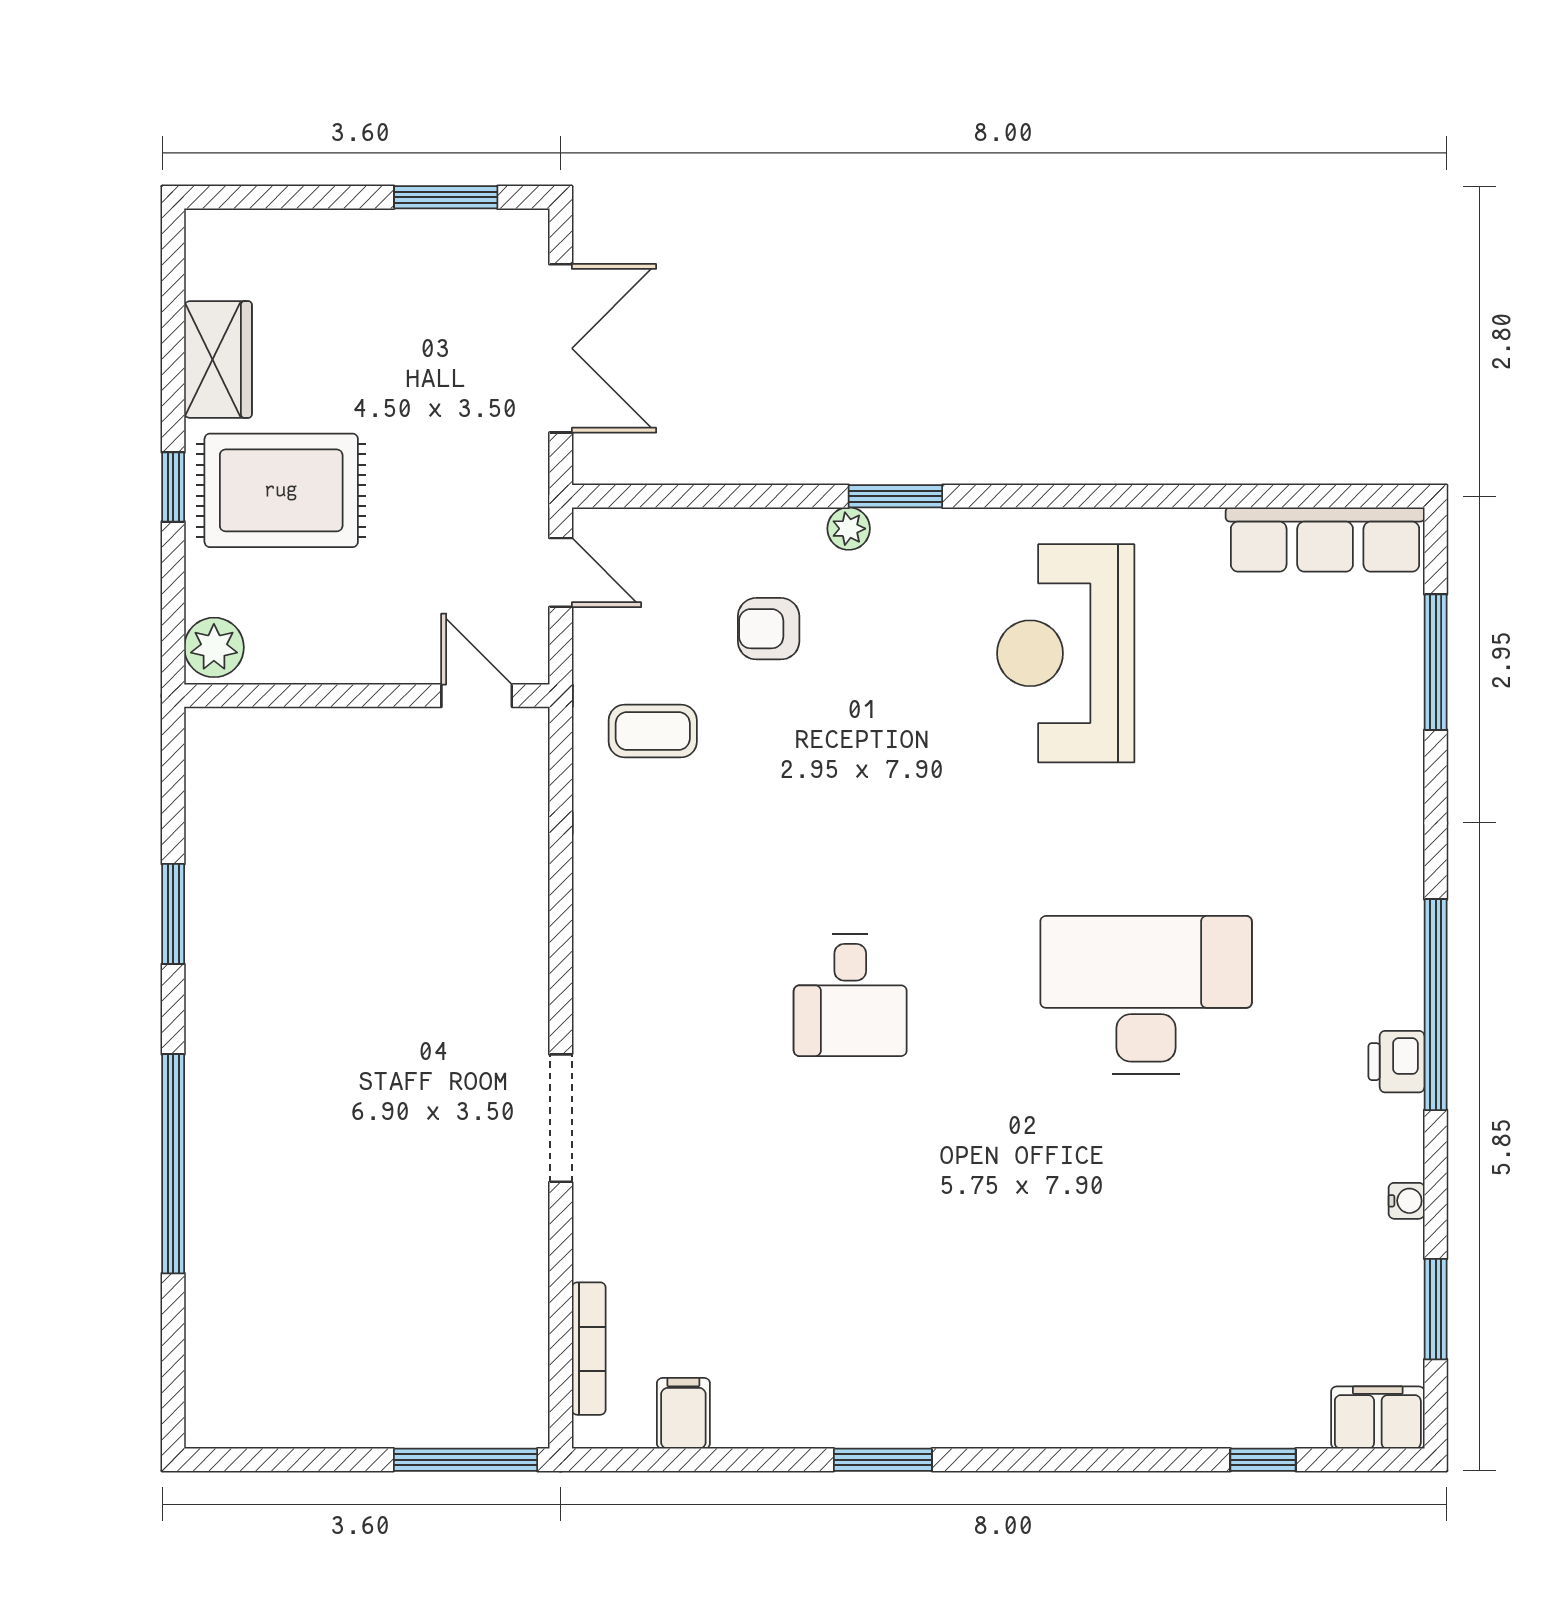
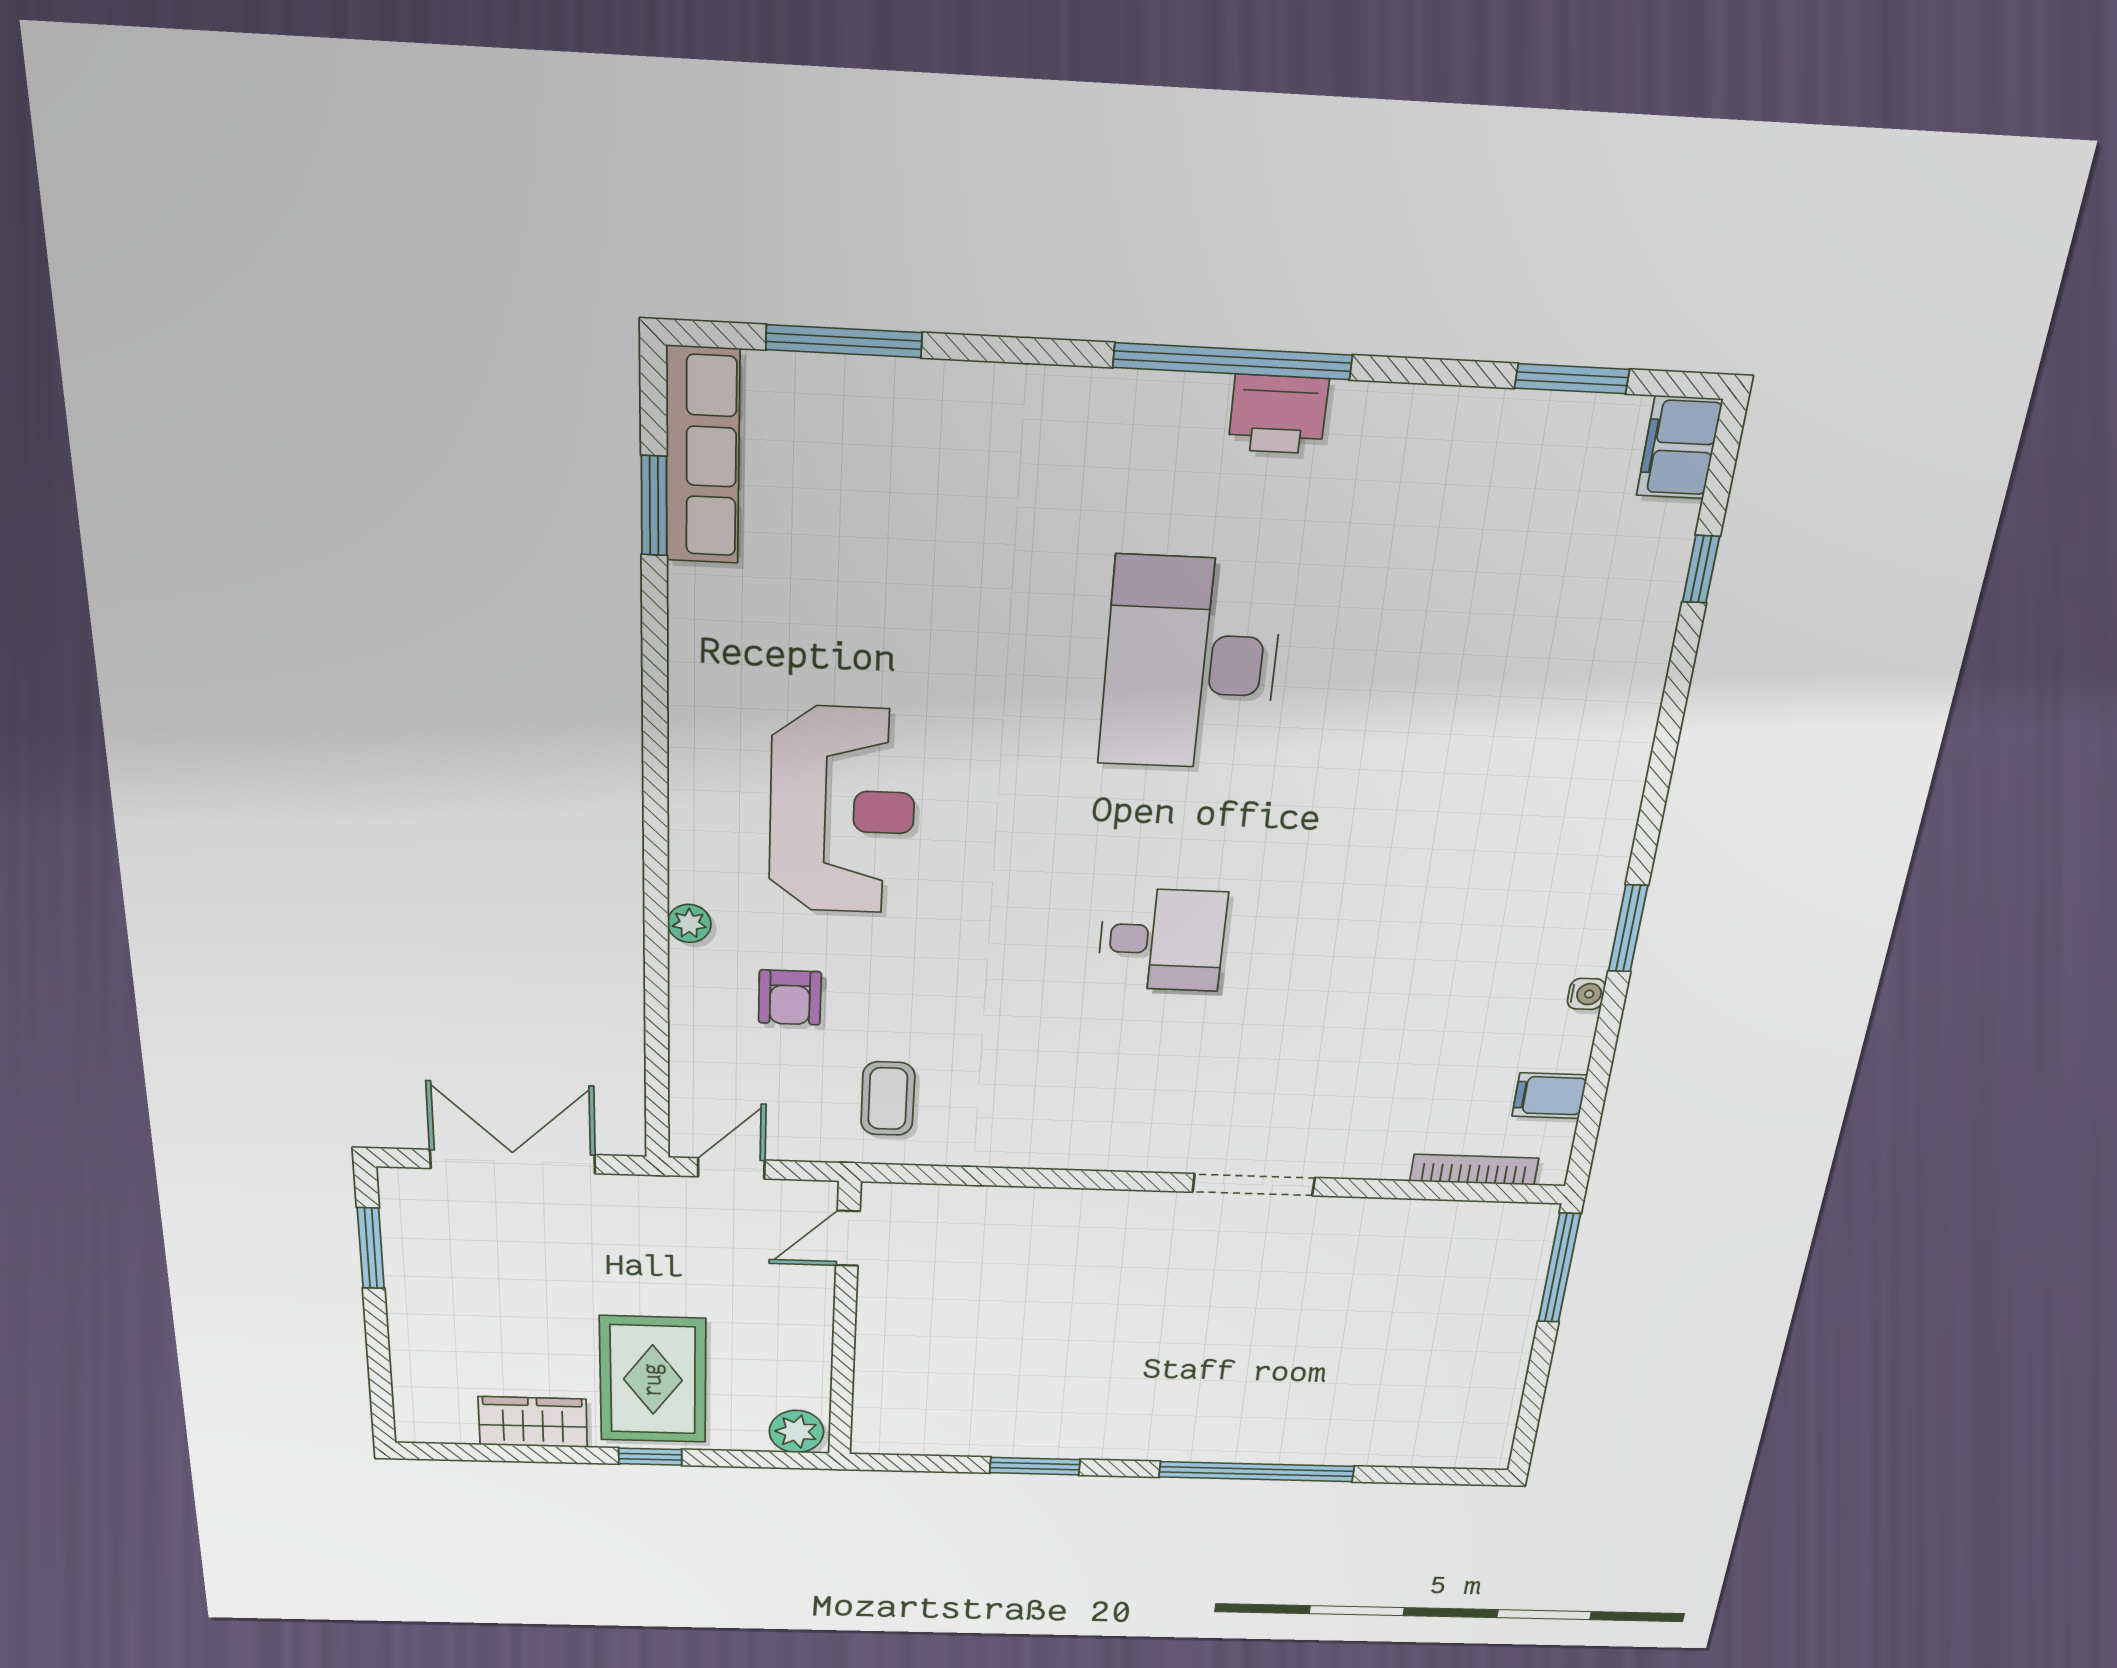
window: (895, 496) -> (654, 506), moved
reception desk: (1066, 653) -> (842, 811), moved, turned -90
printer: (1396, 1062) -> (1278, 414), width x1.36, depth x1.24
water cooler: (1407, 1201) -> (1586, 994), moved, turned 90

